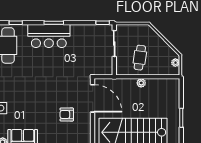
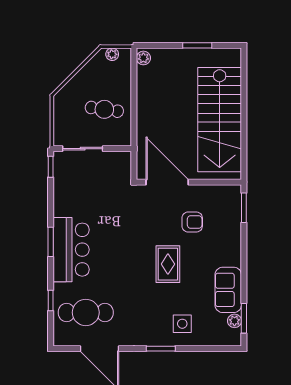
plant: (141, 83) -> (143, 58), moved
door: (93, 98) -> (167, 182), hinge flipped
rug: (39, 99) -> (168, 264), added
armchair: (67, 115) -> (192, 222), turned -90

